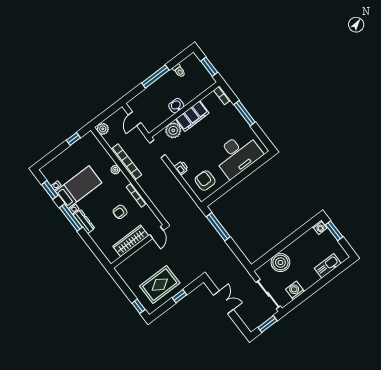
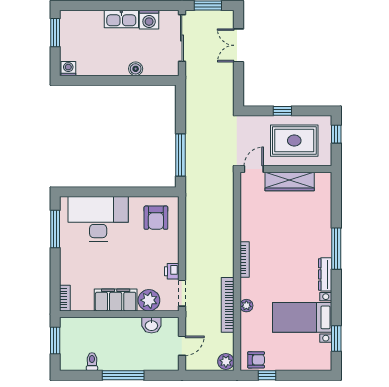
washbasin: (176, 106) -> (151, 325), moved
window: (245, 113) -> (55, 229), moved
printer: (181, 168) -> (172, 271), moved
armchair: (120, 212) -> (256, 360), moved
window: (71, 218) -> (336, 249), moved
window: (334, 231) -> (55, 33), moved
door: (157, 232) -> (254, 169), moved
wardrobe: (131, 241) -> (290, 181), moved
wall: (138, 246) -> (286, 169), moved
boiler: (280, 262) -> (136, 69), width x0.54, depth x0.54
kitchen sink: (328, 266) -> (121, 19), moved
double door: (223, 302) -> (239, 45), moved

